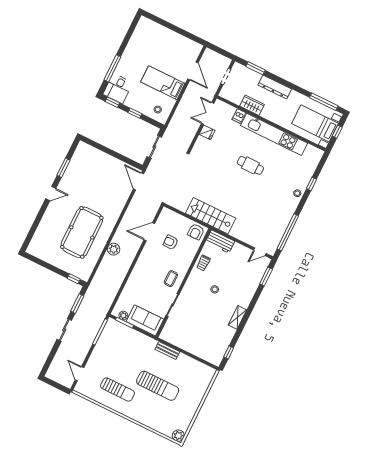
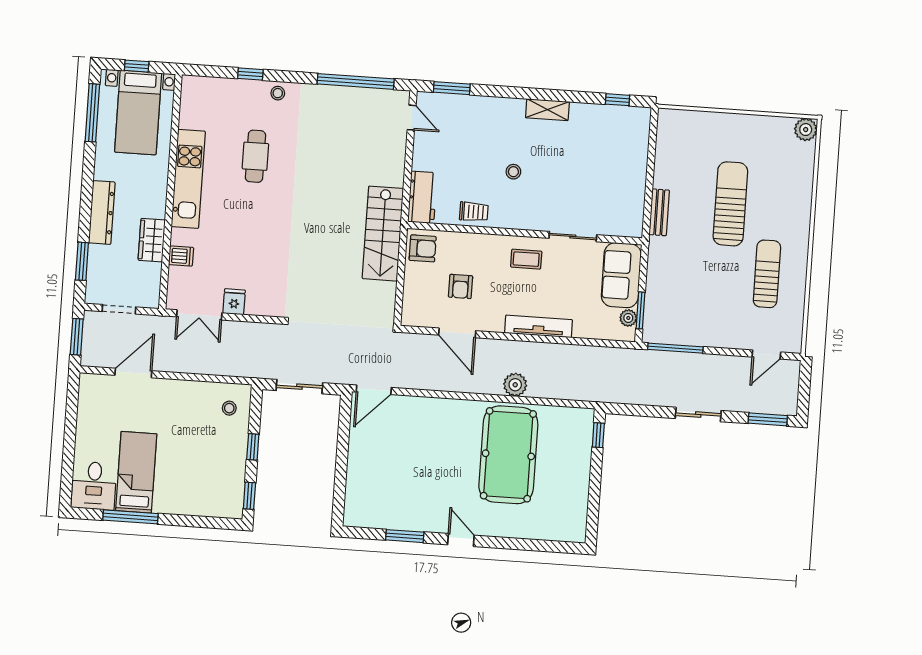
window: (221, 51) -> (77, 337), added
window: (112, 68) -> (130, 517), moved
bed: (163, 83) -> (136, 472), moved, turned 180
desk: (118, 89) -> (94, 486), moved, turned 90
kitchen unit: (274, 134) -> (188, 179), width x0.73
cafe table: (250, 165) -> (255, 156), moved
pool table: (82, 232) -> (508, 455), turned 90
tv unit: (137, 271) -> (538, 326), added
window: (77, 304) -> (768, 419), moved

